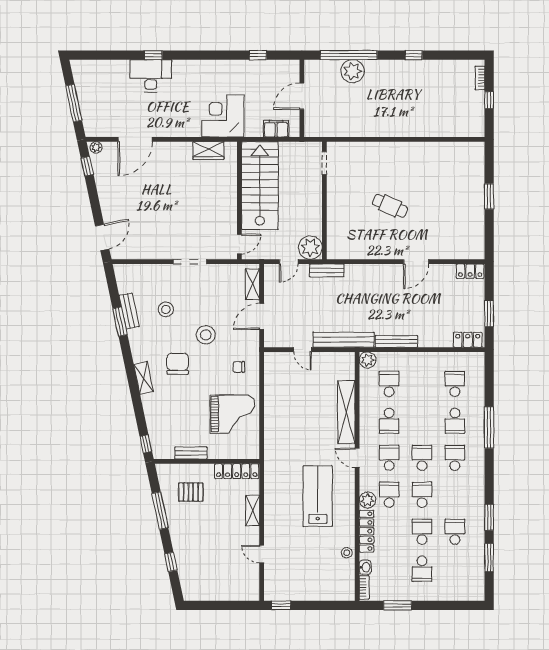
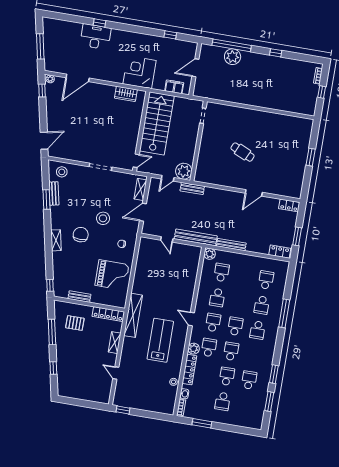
stool: (166, 309) -> (62, 172), moved
shelving: (346, 412) -> (133, 315), moved
school desk: (455, 458) -> (258, 330), turned 180

